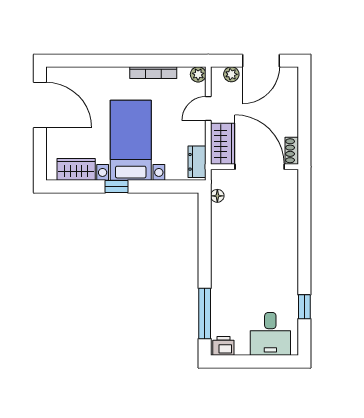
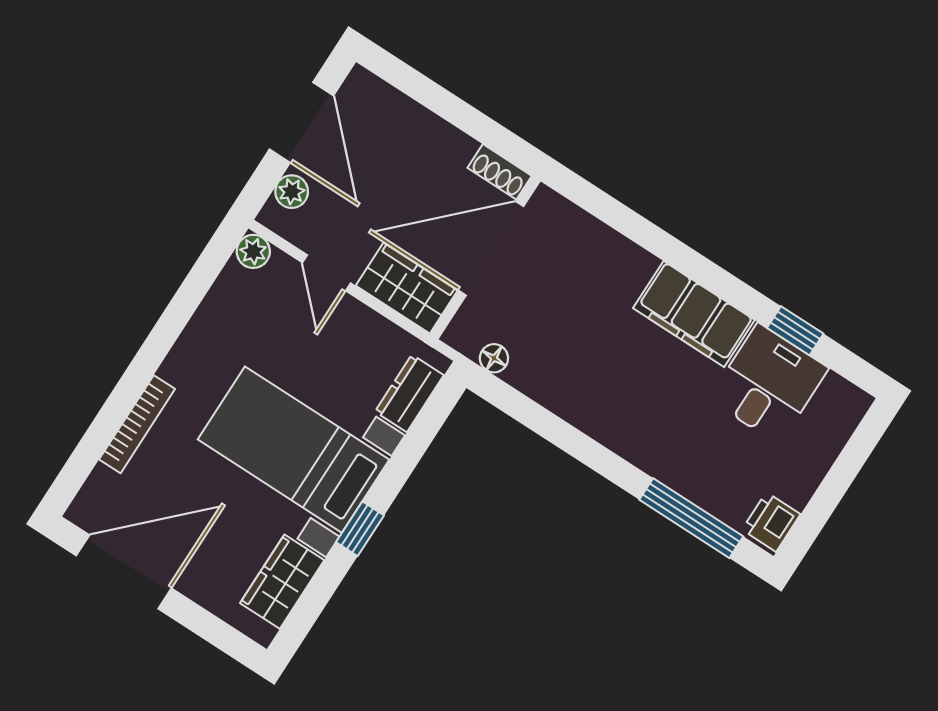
bookcase: (153, 73) -> (137, 424), moved
dresser: (197, 162) -> (409, 393), moved, turned 90
filing cabinet: (285, 263) -> (694, 314), added
desk: (270, 334) -> (769, 384), moved, turned -90

